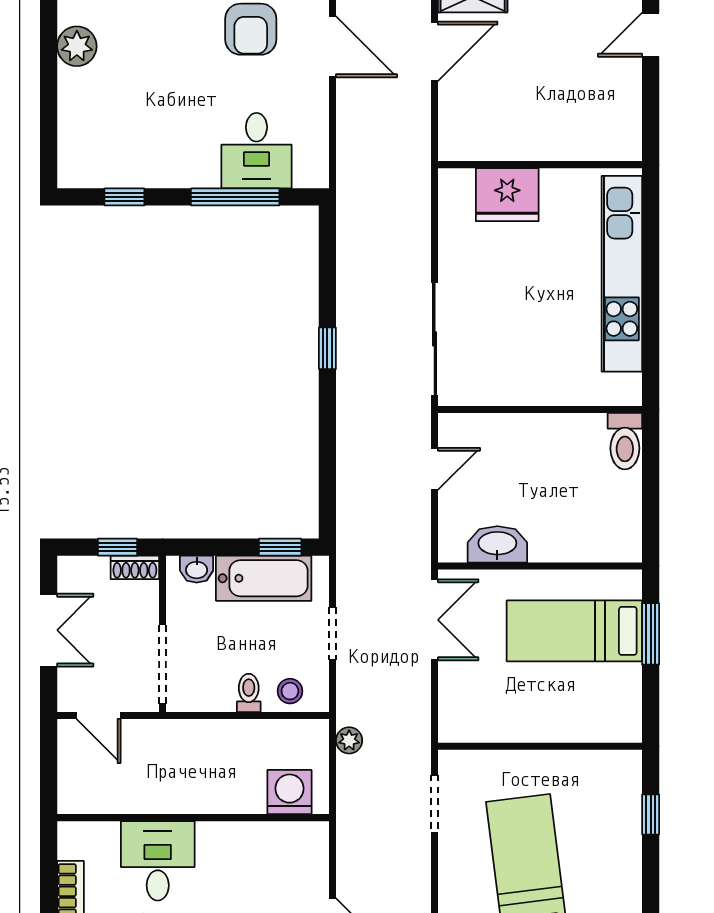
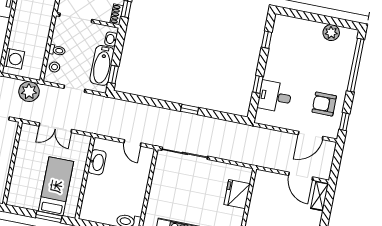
window: (235, 197) -> (258, 84), width x0.46
double door: (435, 620) -> (55, 128), moved
plant: (349, 740) -> (29, 92), width x1.88, depth x1.88

